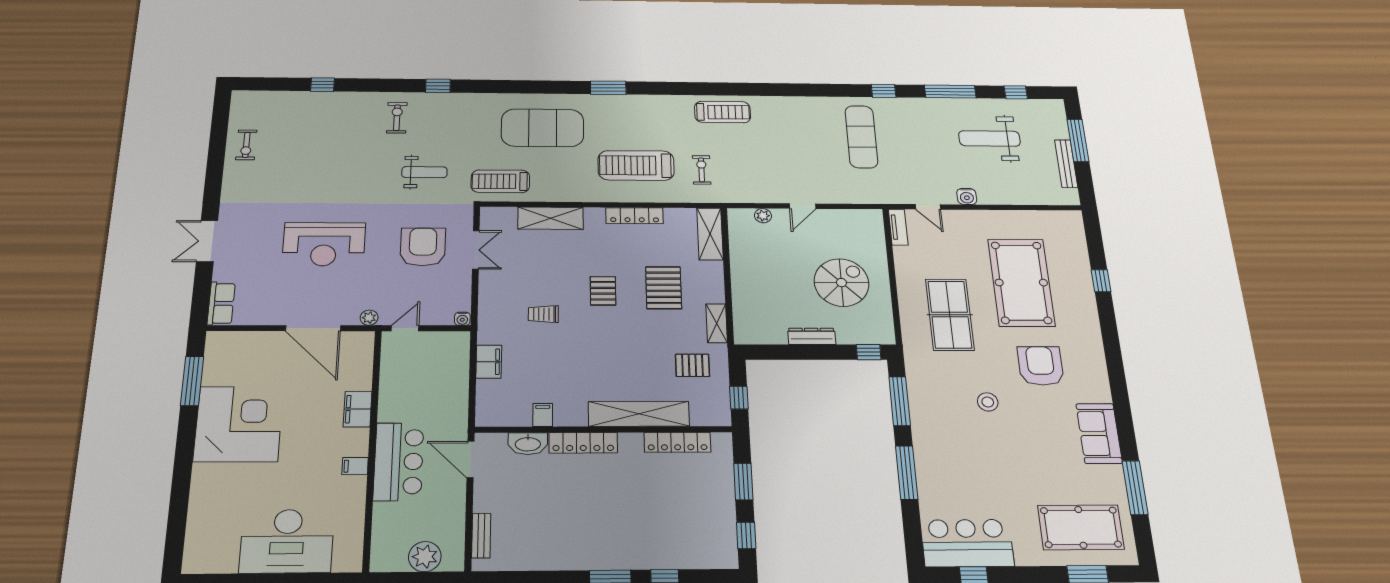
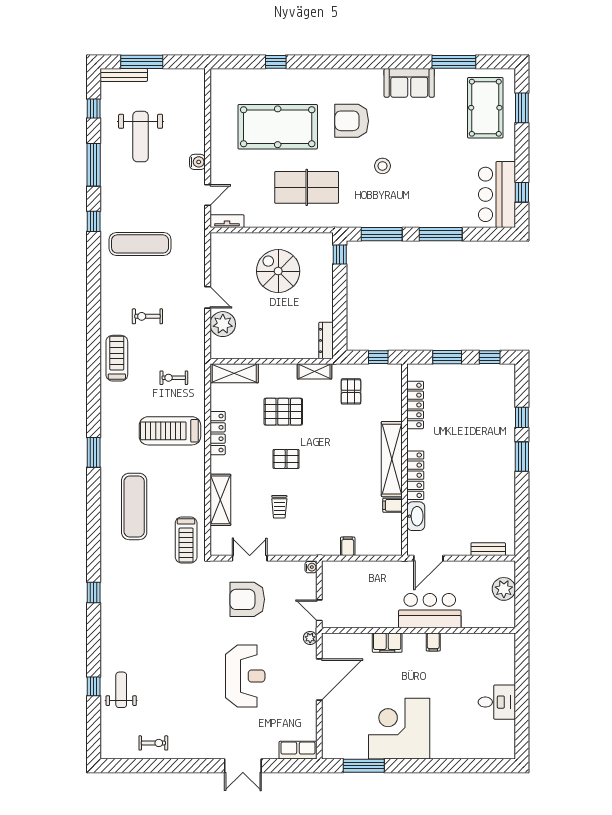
exercise bike: (397, 118) -> (147, 316), moved
exercise mat: (543, 128) -> (134, 506), width x0.68
bench: (1066, 164) -> (124, 75), moved
treadmill: (636, 165) -> (170, 431), turned 90
weight bench: (424, 172) -> (121, 690), moved
plant: (763, 216) -> (223, 324), width x1.88, depth x1.88
trolley: (543, 314) -> (279, 507), moved
dresser: (812, 336) -> (326, 340), moved
filing cabinet: (489, 362) -> (348, 546), width x0.50
shelving: (639, 414) -> (392, 459), moved
desk: (287, 541) -> (497, 702), width x0.53, depth x0.77

